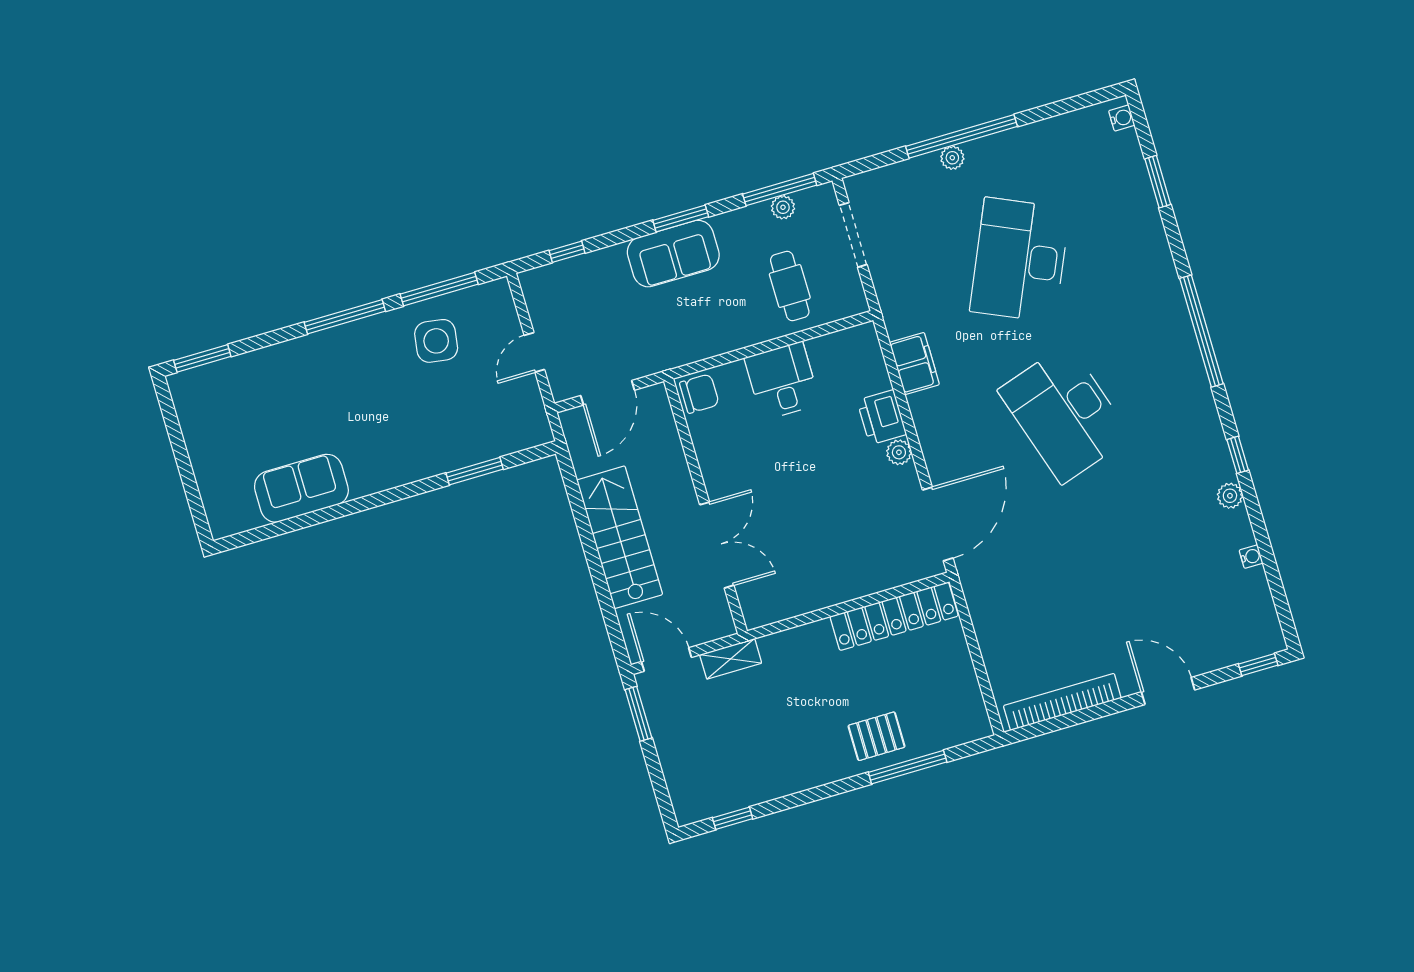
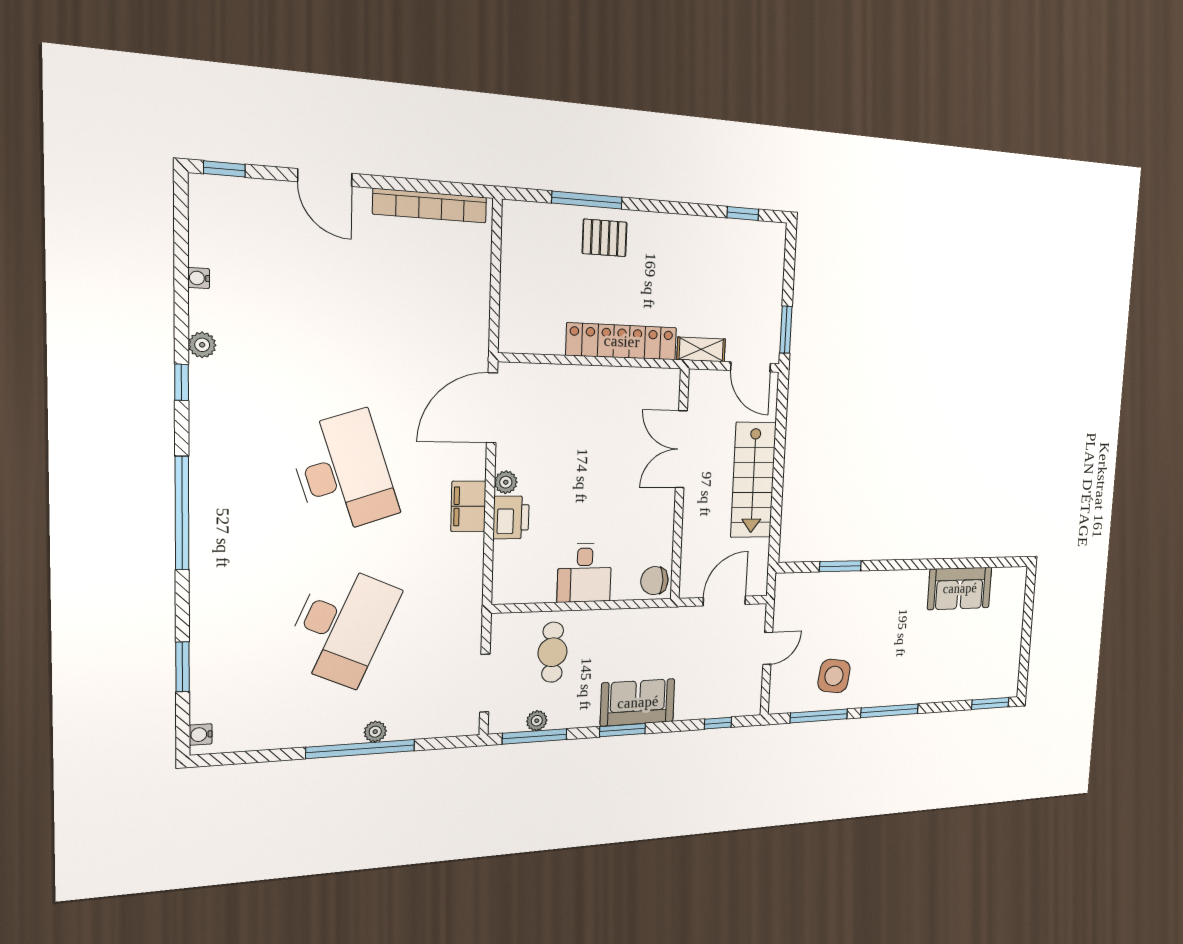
filing cabinet: (914, 363) -> (468, 506), moved
locker: (894, 616) -> (622, 341), moved

